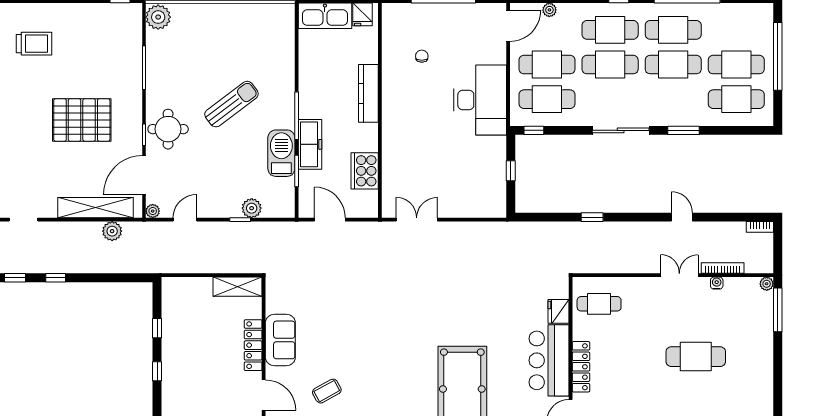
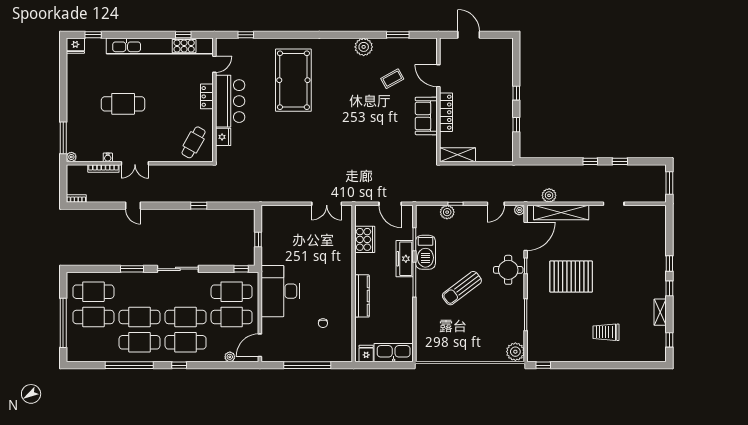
cafe table: (599, 304) -> (194, 142), turned -61
locker: (581, 367) -> (207, 96), width x0.66

